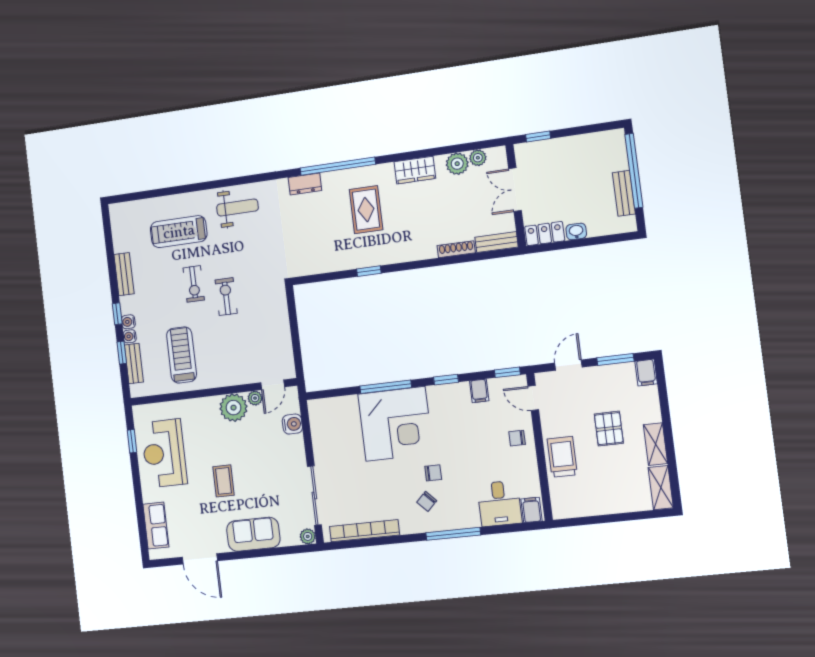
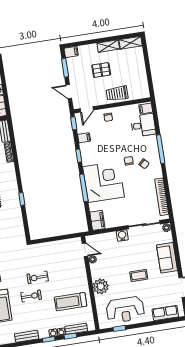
plant: (234, 408) -> (101, 286), moved
filing cabinet: (325, 410) -> (97, 220), added
water cooler: (292, 424) -> (122, 236), moved

